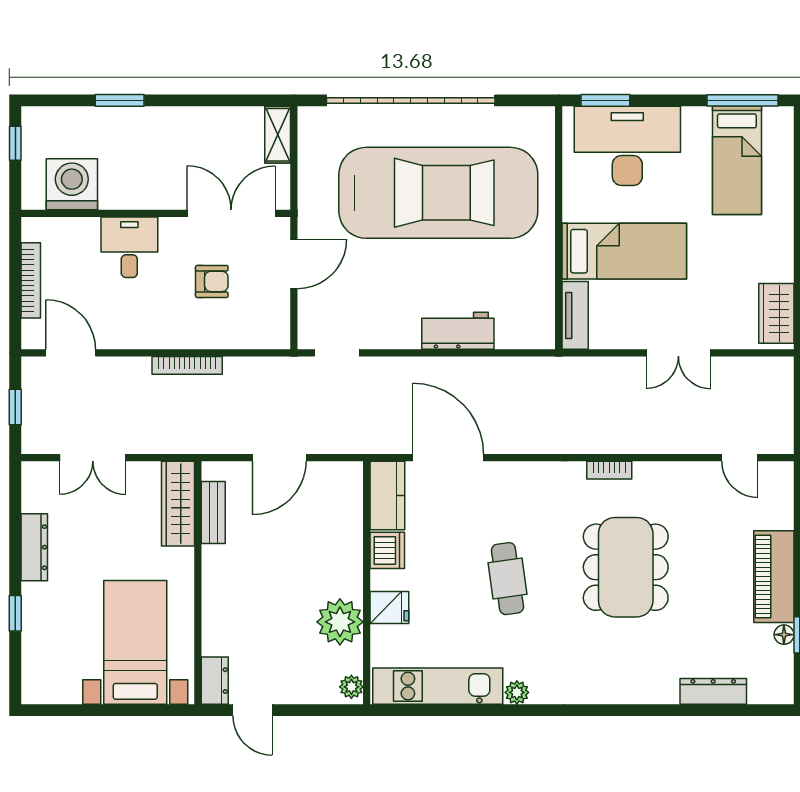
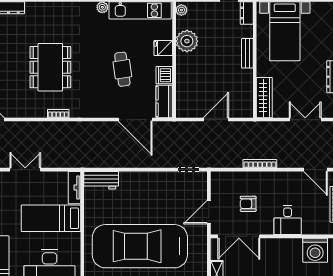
workbench: (458, 331) -> (101, 180), moved
bench: (213, 513) -> (247, 53), moved
cafe table: (507, 579) -> (122, 69), moved

